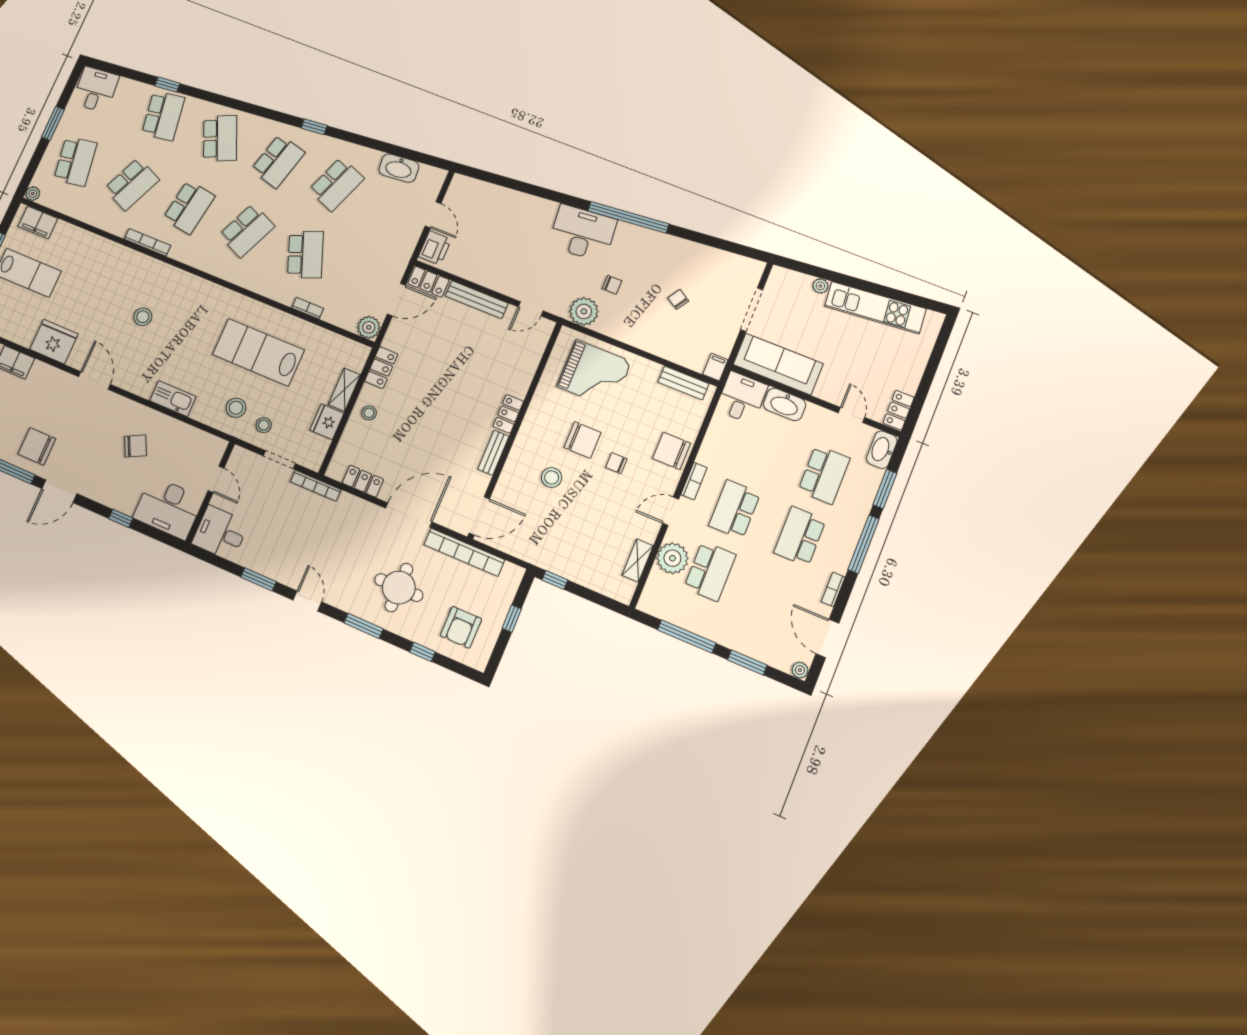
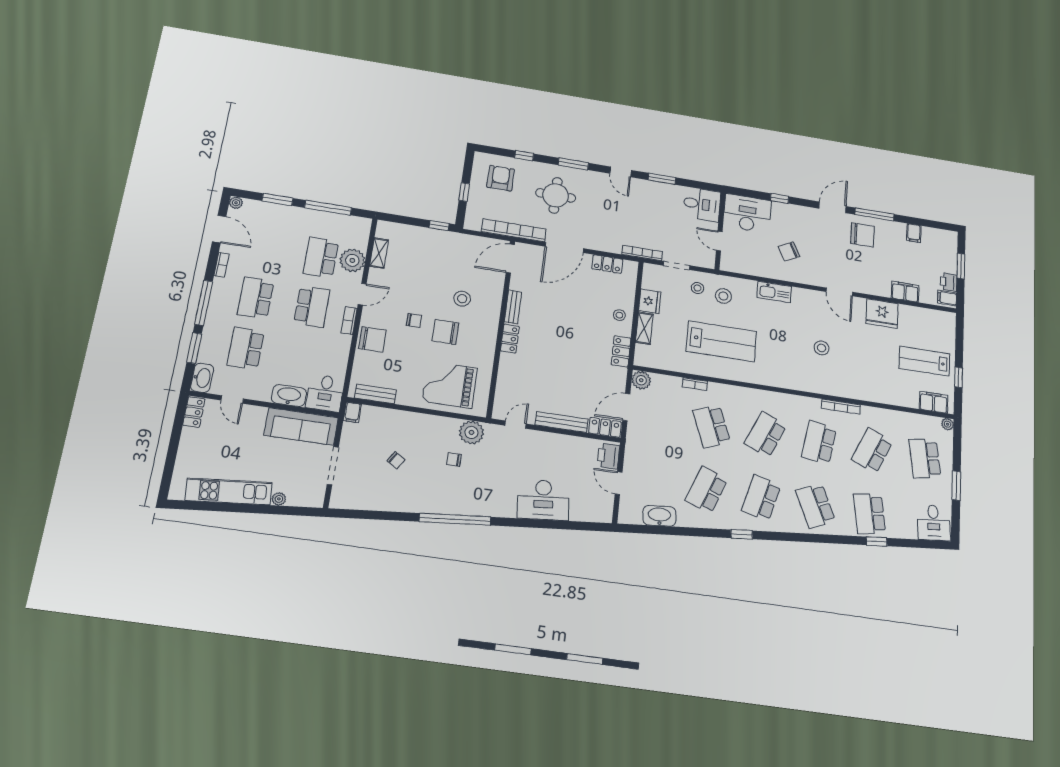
desk: (583, 233) -> (543, 500), moved
school desk: (800, 536) -> (256, 298), turned 180

